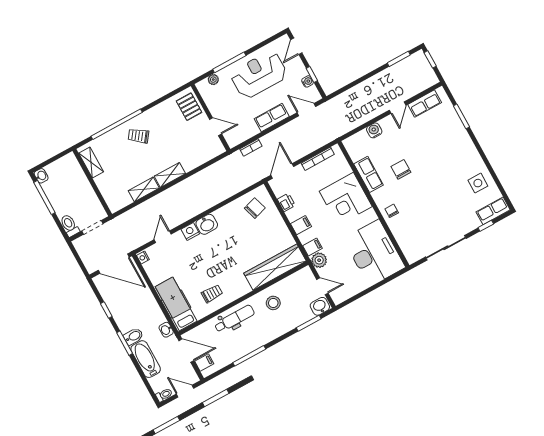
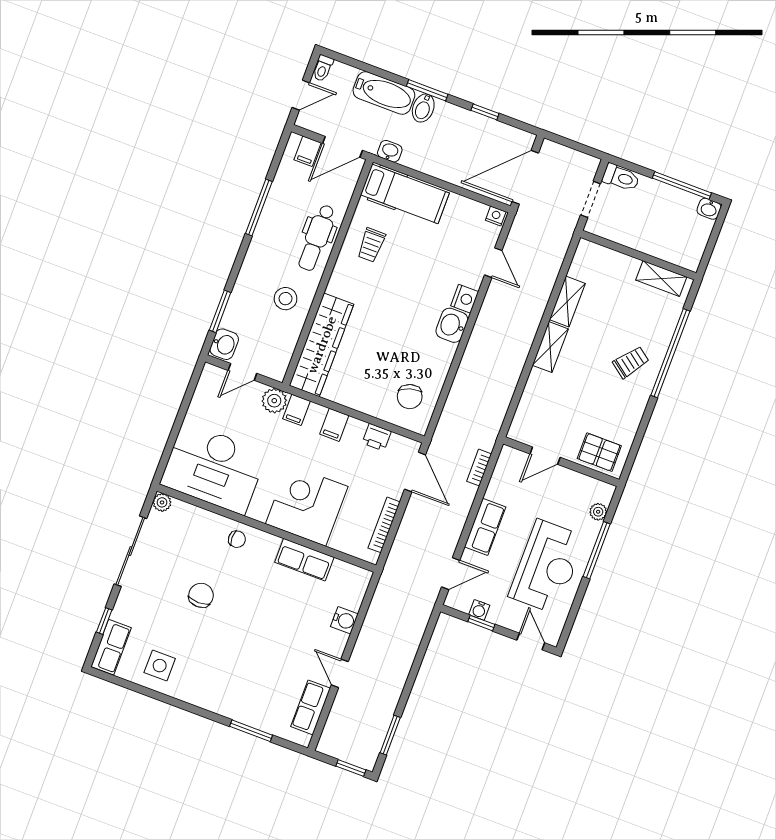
chair: (401, 169) -> (201, 595), moved, turned -90
plant: (412, 258) -> (162, 502), added

